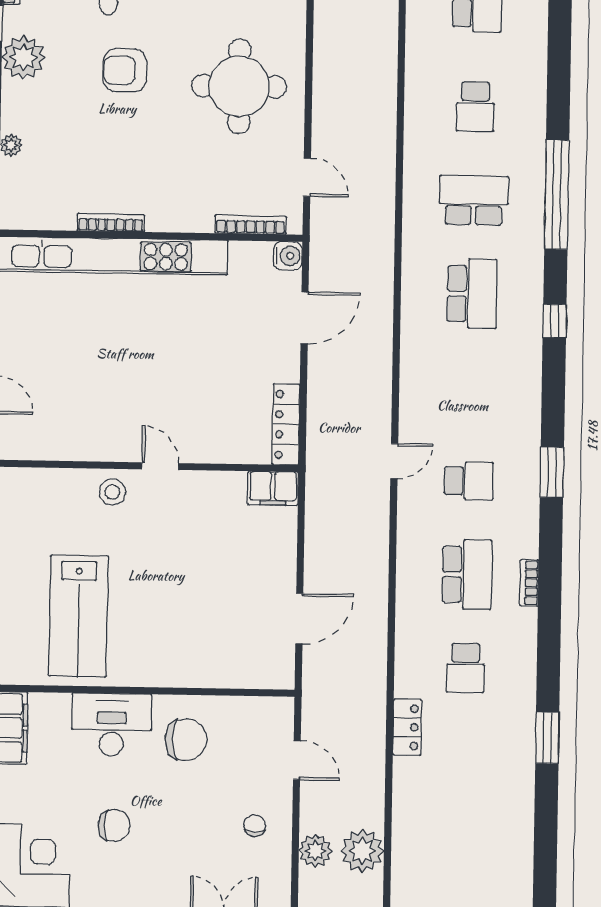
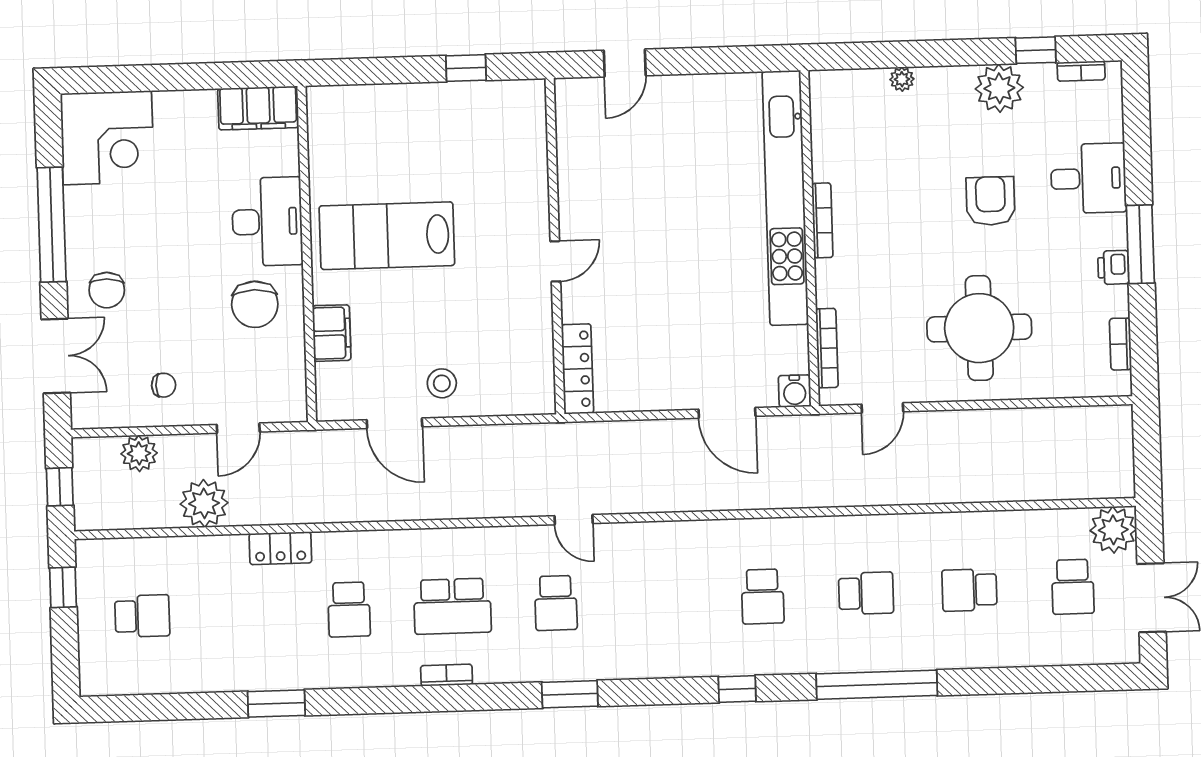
school desk: (474, 200) -> (866, 593), width x0.54
bookcase: (111, 223) -> (822, 220), moved
school desk: (472, 294) -> (763, 596), width x0.54
locker: (286, 424) -> (577, 369), moved, turned 90
filing cabinet: (273, 488) -> (332, 333), moved, turned 180
stool: (112, 492) -> (442, 383), moved
lab bench: (78, 616) -> (387, 236), moved
school desk: (466, 668) -> (349, 609), turned -90
chair: (114, 825) -> (107, 290), moved
plant: (362, 851) -> (204, 503), moved
school desk: (462, 855) -> (142, 616), added

